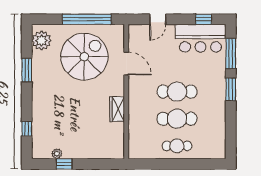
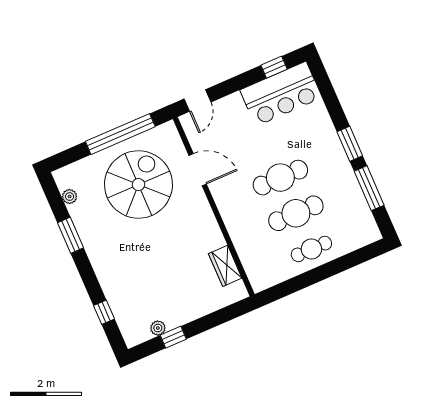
door: (158, 19) -> (198, 100), moved
plant: (41, 41) -> (70, 197), width x0.53, depth x0.53
window: (231, 54) -> (369, 188), moved
wardrobe: (117, 109) -> (225, 266), moved

